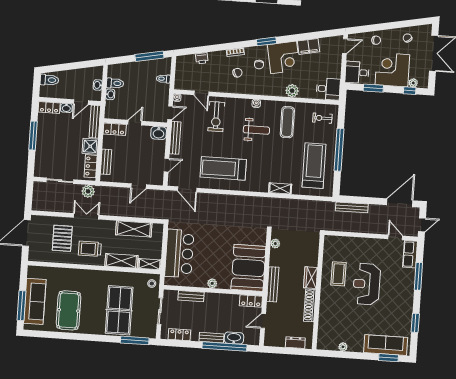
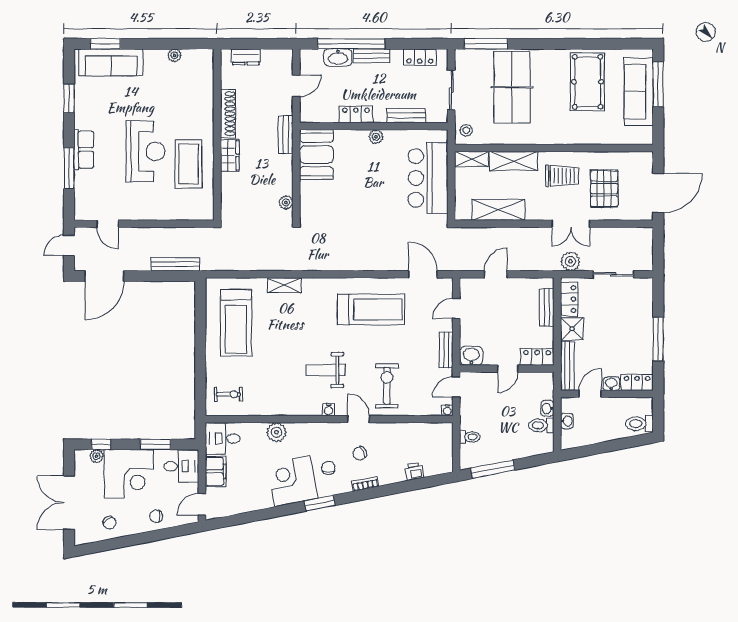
filing cabinet: (308, 46) -> (216, 471), moved, turned 101
door: (201, 93) -> (358, 419), moved
exercise mat: (287, 122) -> (280, 385), removed
bench: (175, 138) -> (446, 350), width x0.73
window: (339, 150) -> (200, 349), removed
row of seats: (410, 254) -> (84, 150), moved
booth: (248, 268) -> (316, 155), width x0.73, depth x0.70
coffee table: (339, 274) -> (188, 164), width x1.36, depth x1.32
bench: (273, 284) -> (286, 134), width x0.73
locker: (251, 301) -> (356, 114), moved

